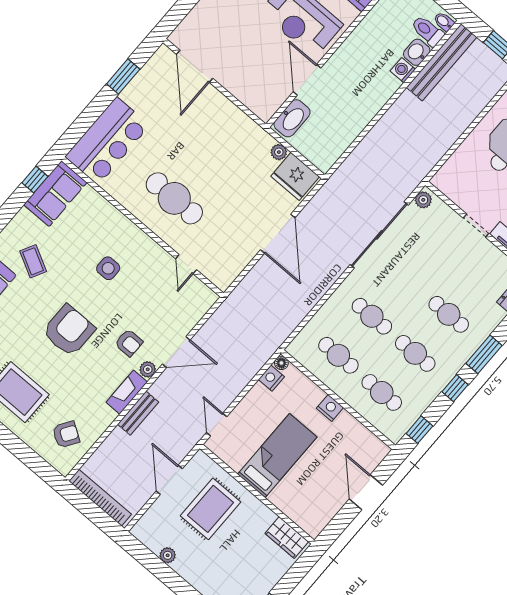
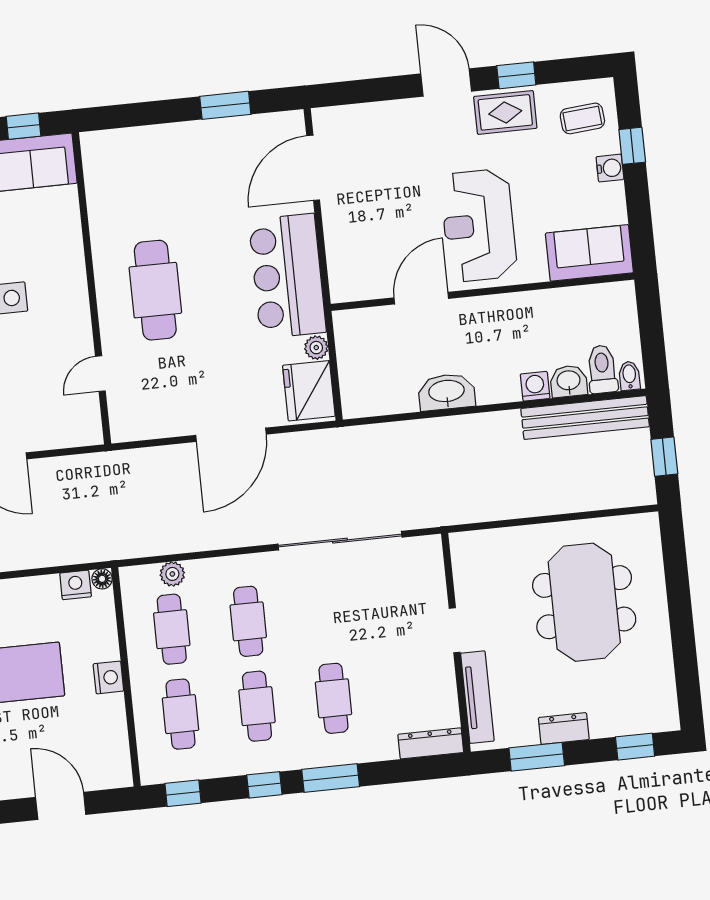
washbasin: (292, 118) -> (447, 392), moved, turned 180
bar counter: (107, 141) -> (287, 276), moved, turned 90
plant: (423, 200) -> (172, 574), moved
door: (366, 492) -> (61, 806), hinge flipped

